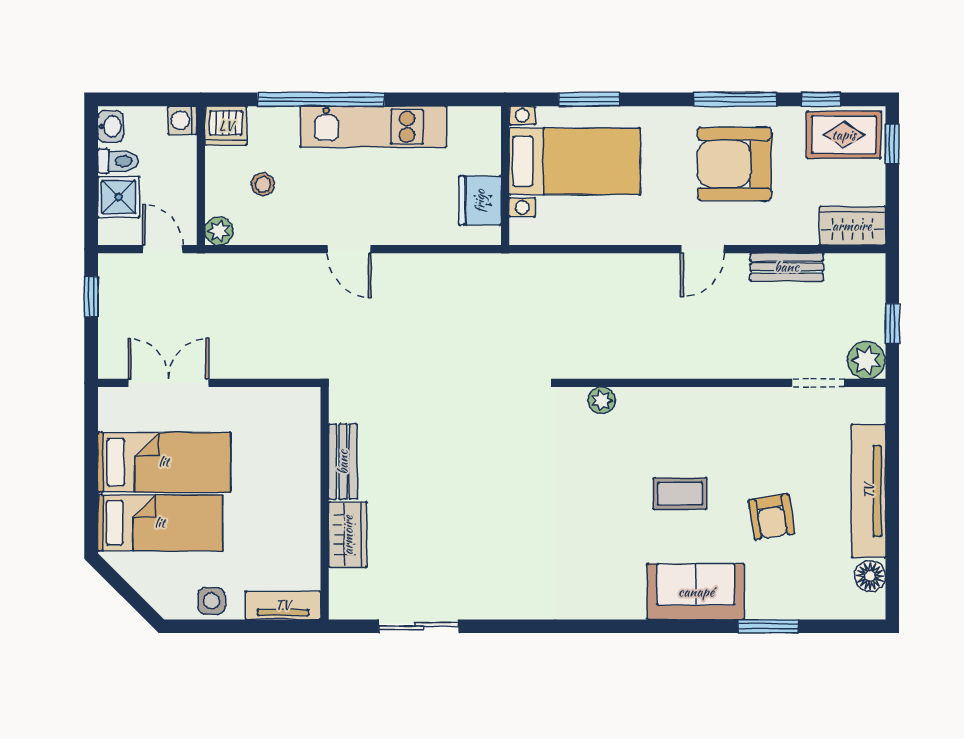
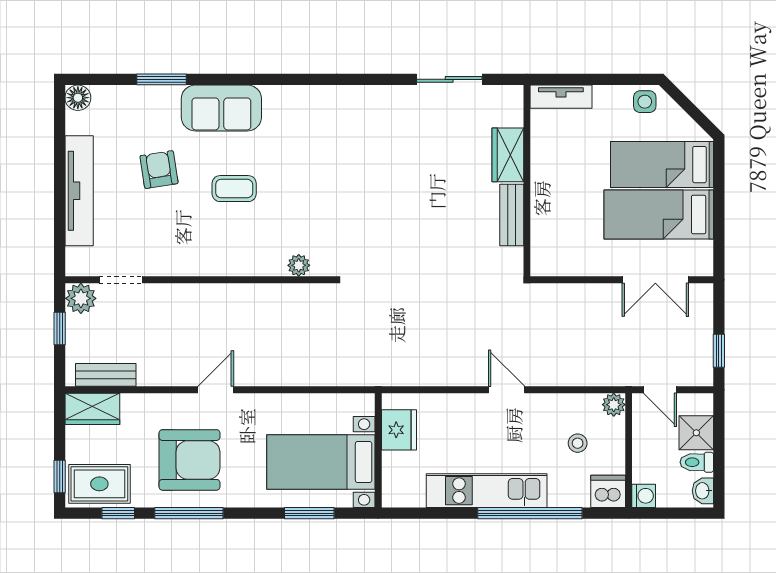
bench: (787, 267) -> (106, 375), moved
floor lamp: (870, 576) -> (78, 98), moved
side table: (211, 601) -> (645, 102), moved

